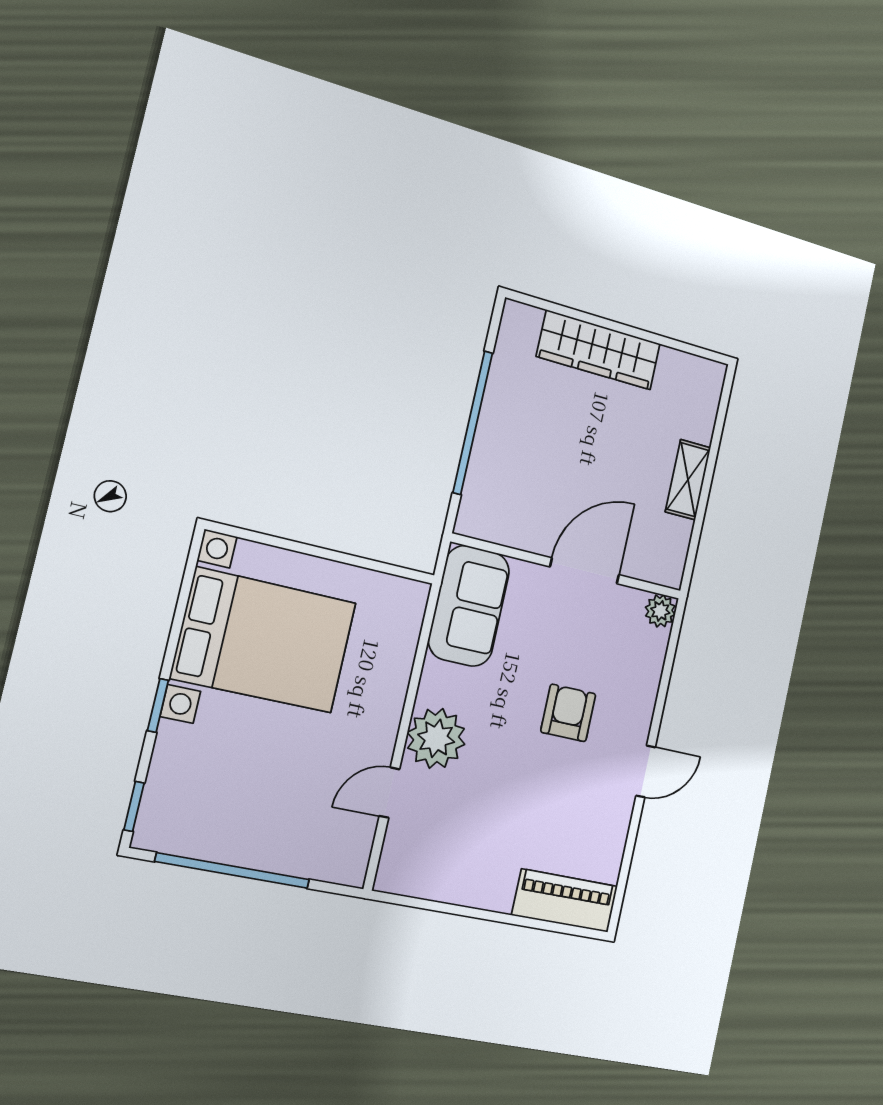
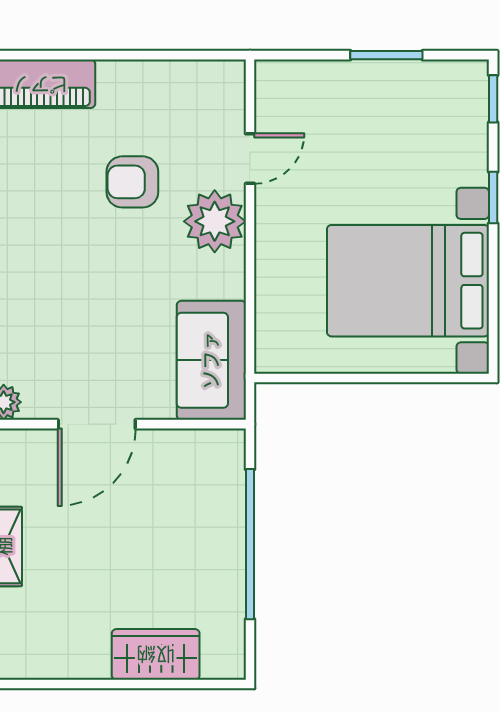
wardrobe: (599, 350) -> (156, 654), width x0.67
armchair: (568, 713) -> (132, 182), moved, turned 90
window: (233, 871) -> (386, 55), width x0.47

